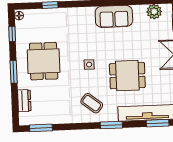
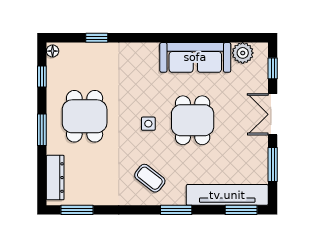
sofa: (114, 16) -> (195, 57), width x1.36
dining table: (127, 76) -> (193, 120), moved, turned 90
dresser: (24, 101) -> (55, 178), width x1.44

